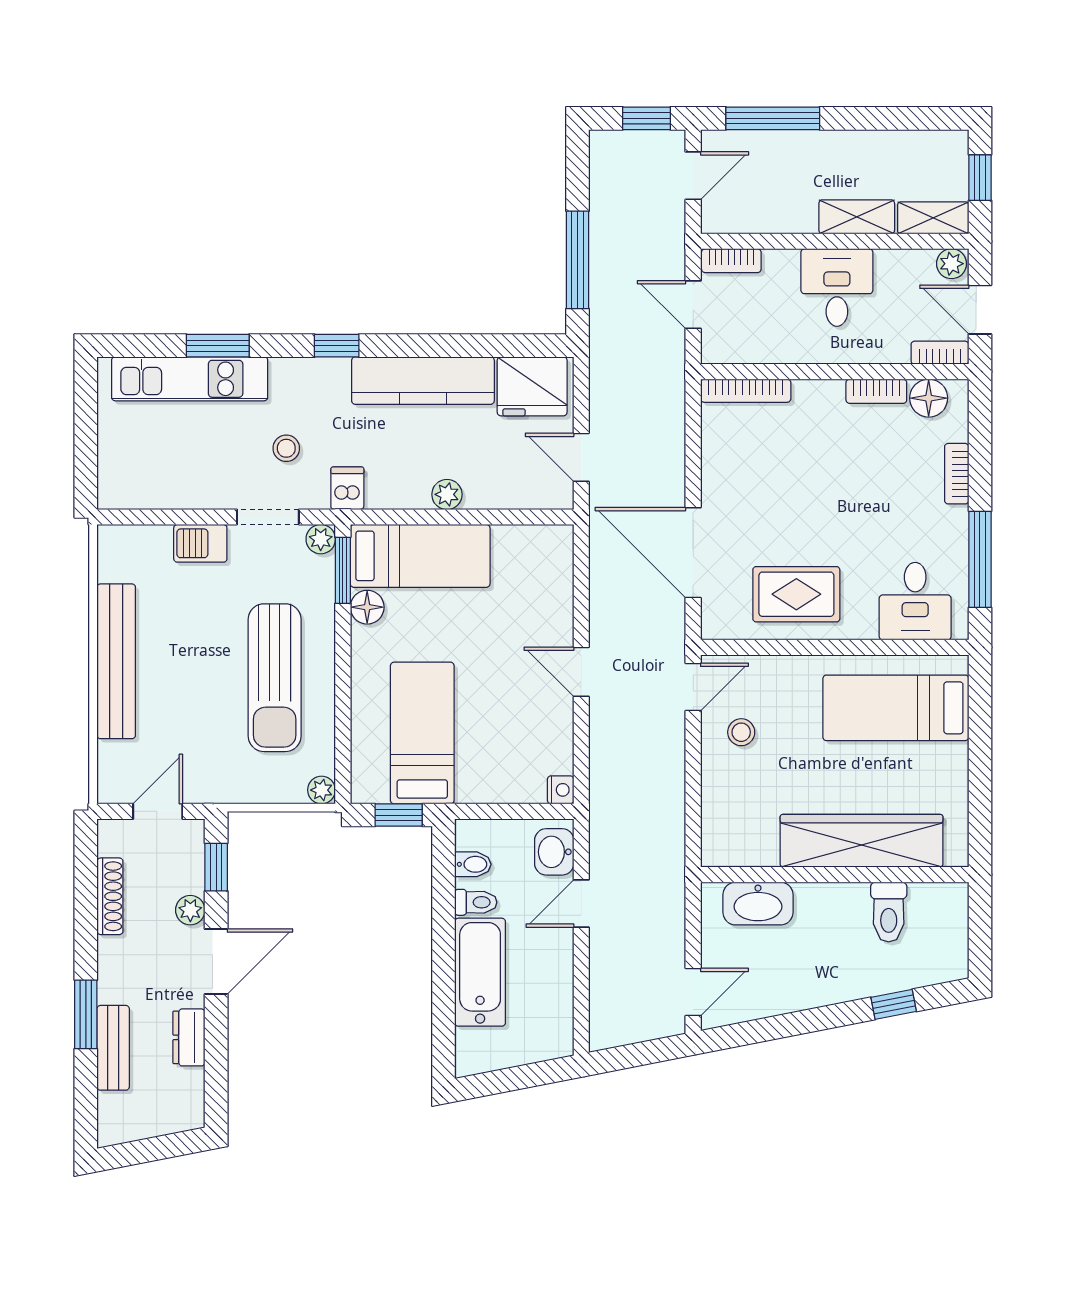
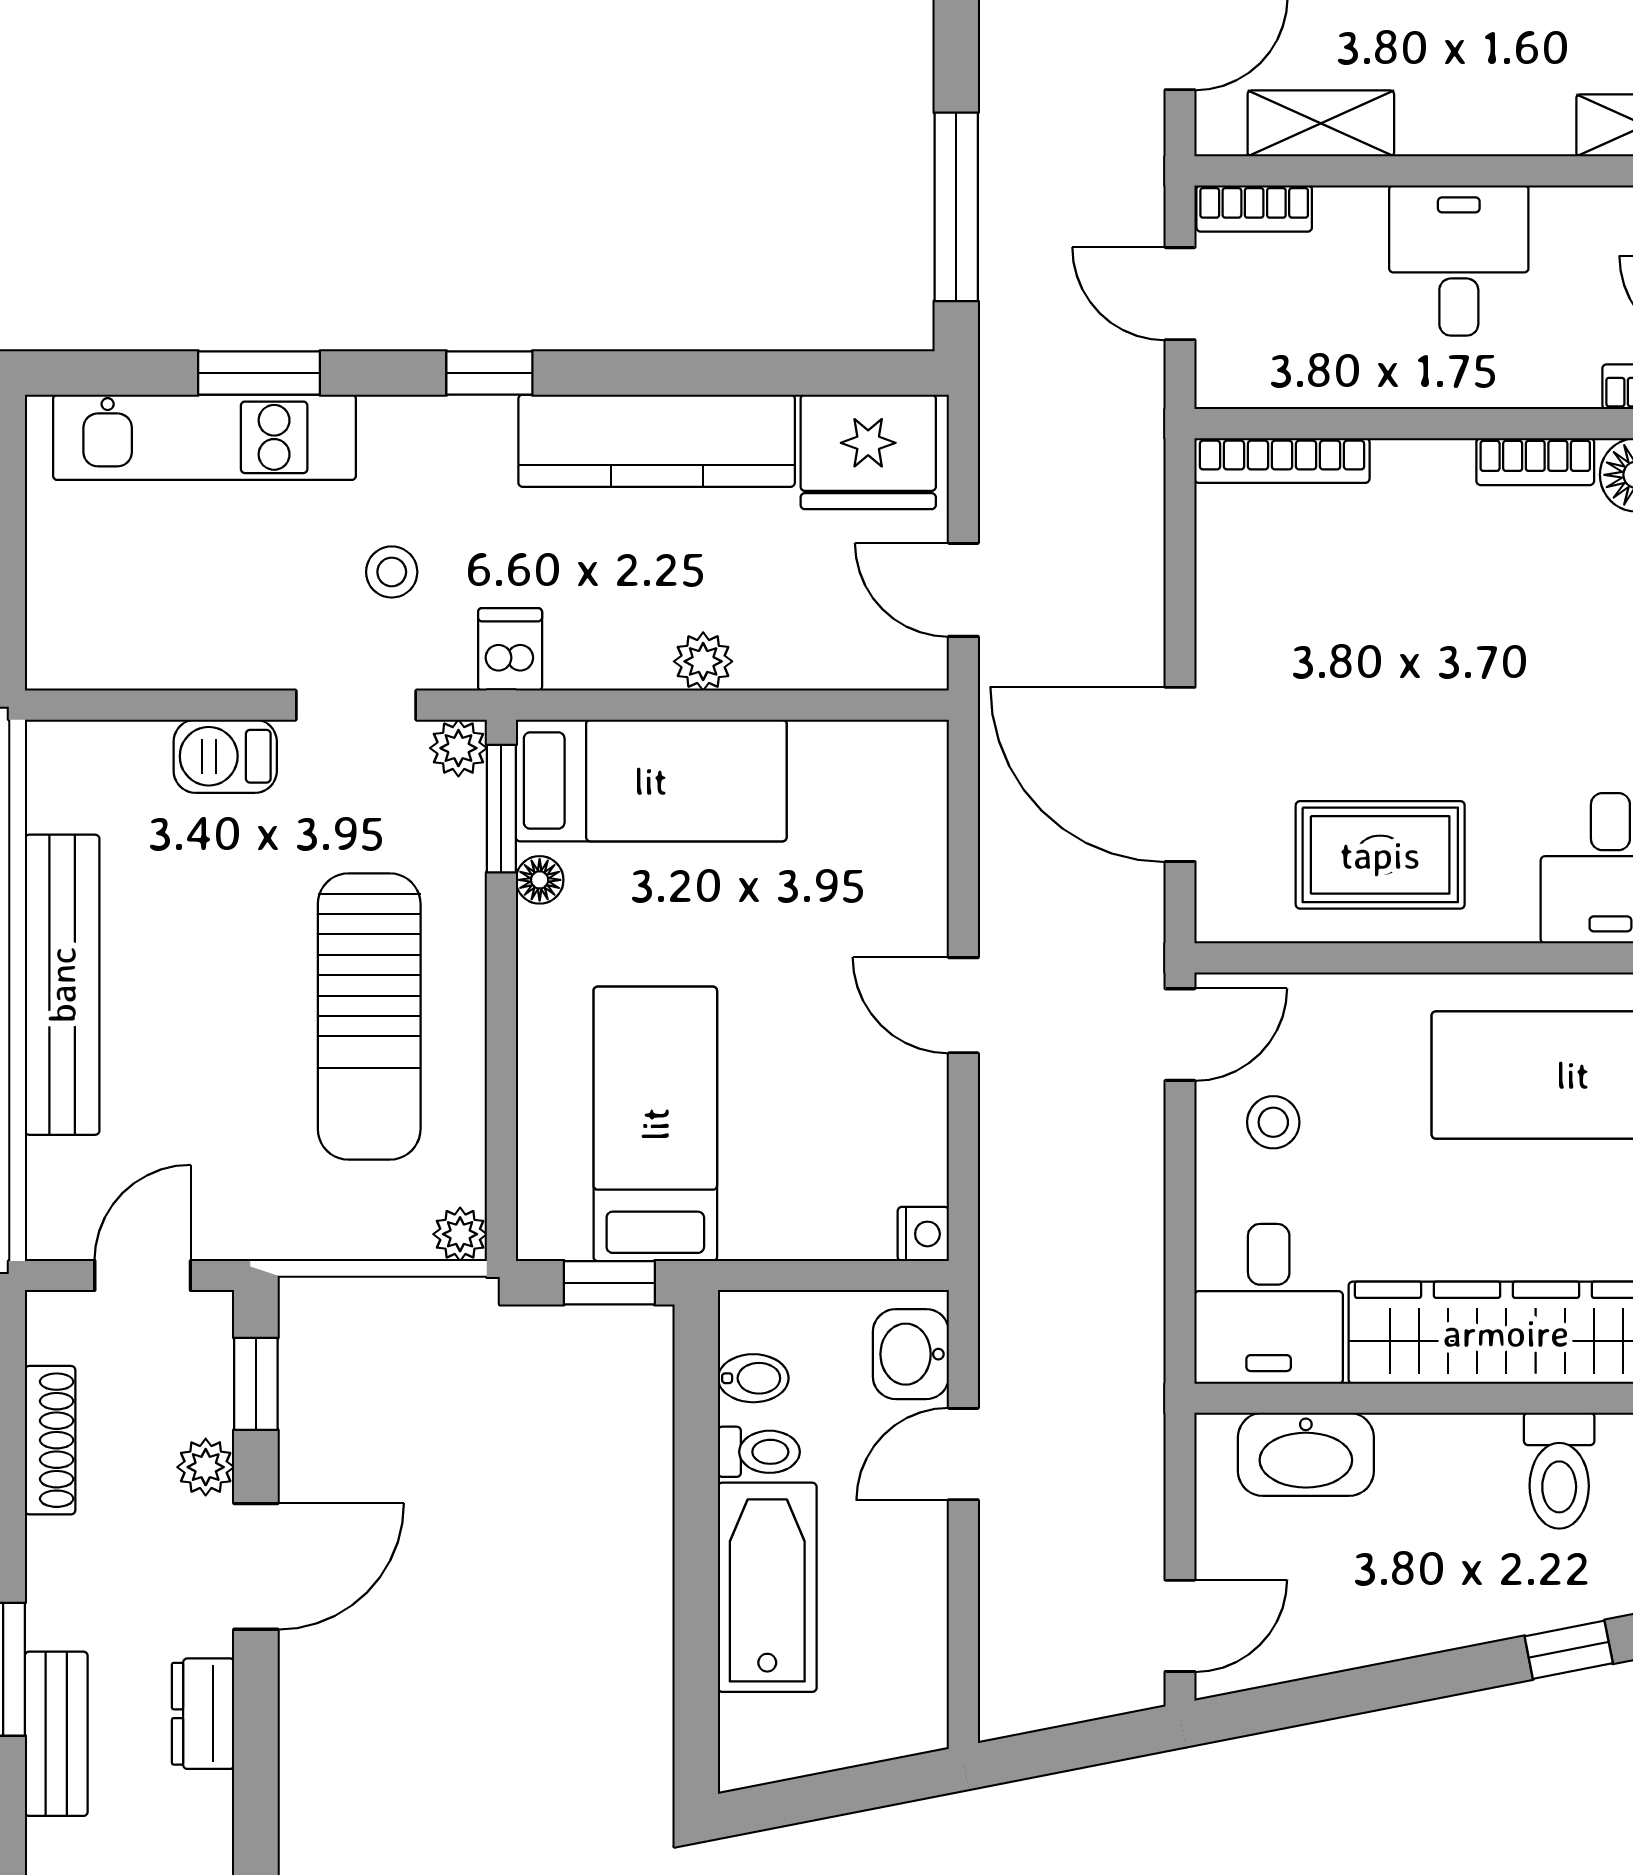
shelving: (857, 217) -> (1321, 123), moved
floor lamp: (367, 607) -> (540, 880), width x0.73, depth x0.73
desk: (739, 826) -> (1269, 1304), added

